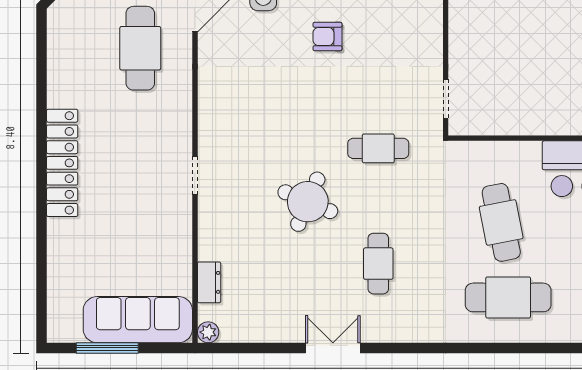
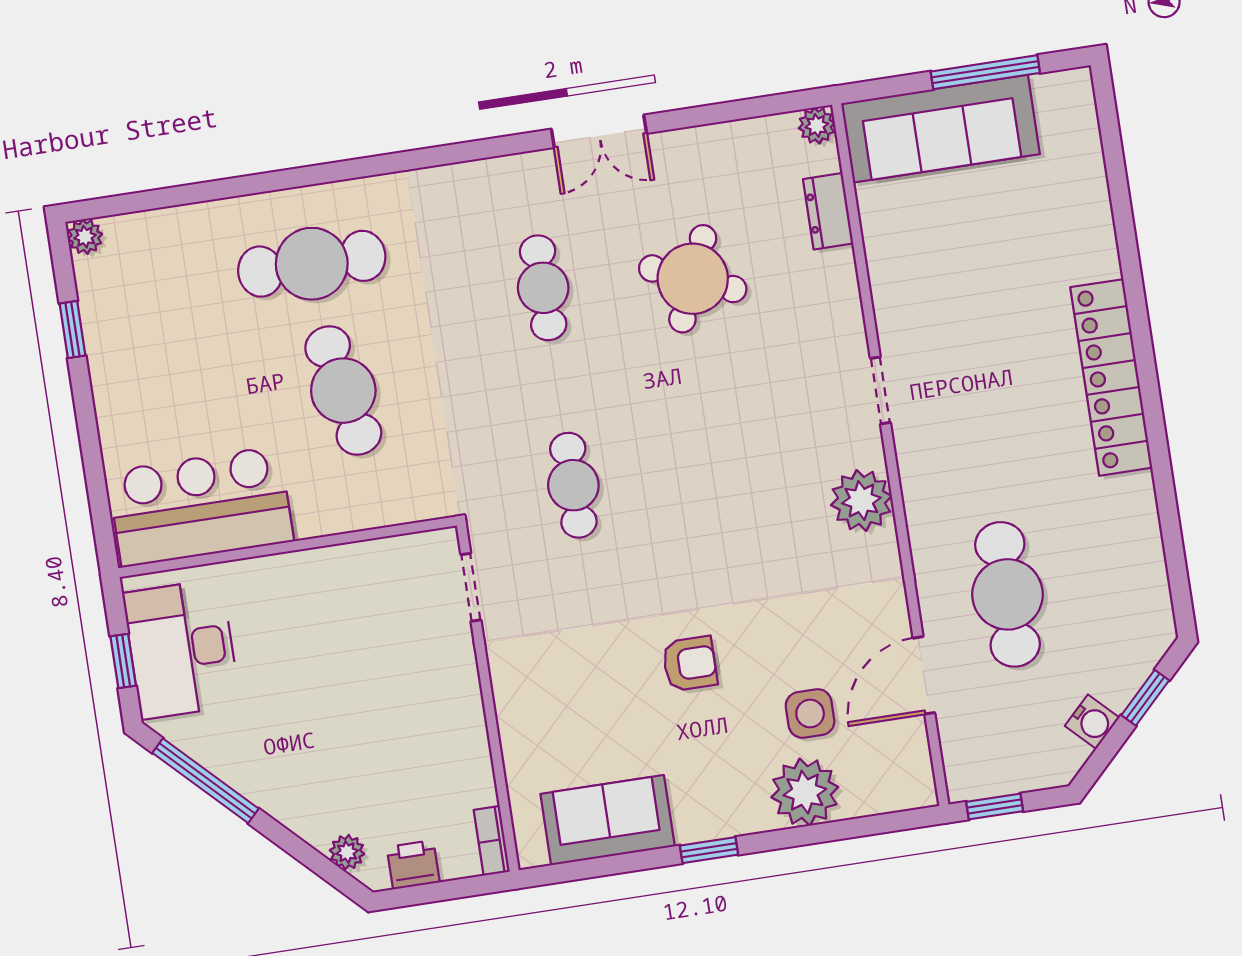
plant: (215, 115) -> (861, 501), added
cafe table: (378, 148) -> (573, 485), turned 90
round table: (308, 202) -> (693, 279), moved

